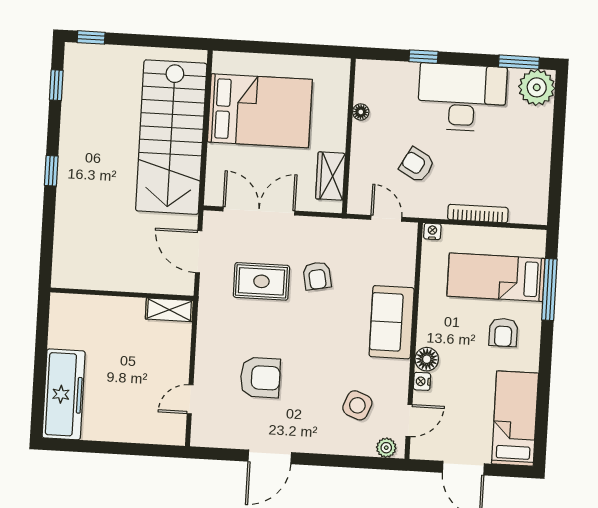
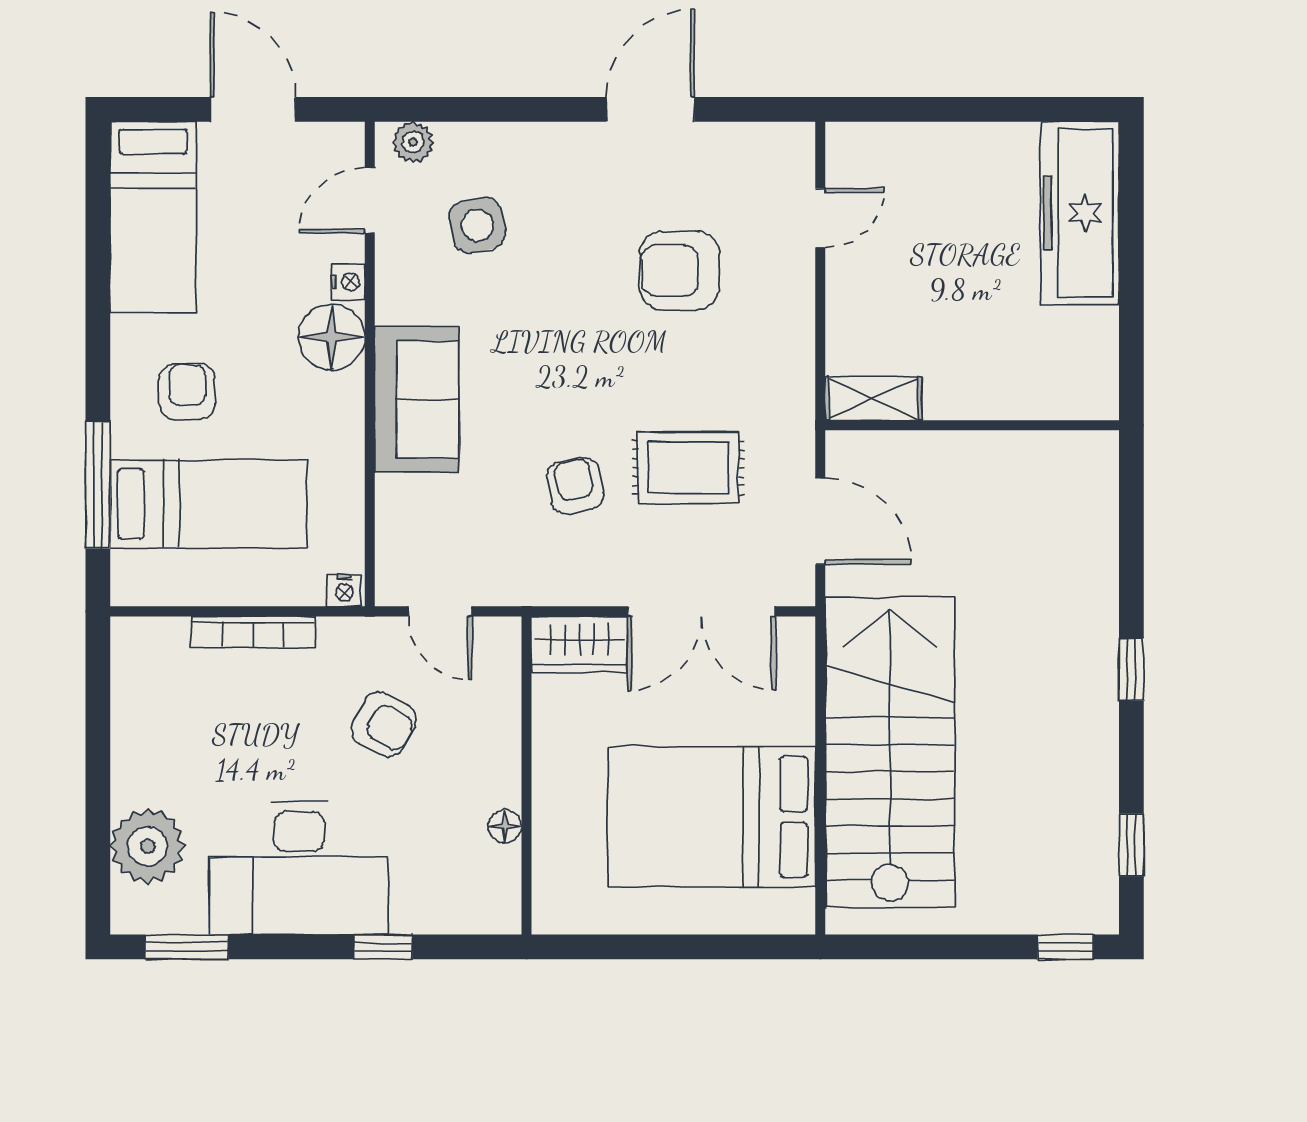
plant: (537, 87) -> (148, 846), moved
wardrobe: (330, 176) -> (580, 644), moved, turned 90
floor lamp: (427, 359) -> (332, 337), width x1.38, depth x1.38
side table: (357, 405) -> (477, 225), turned -34

